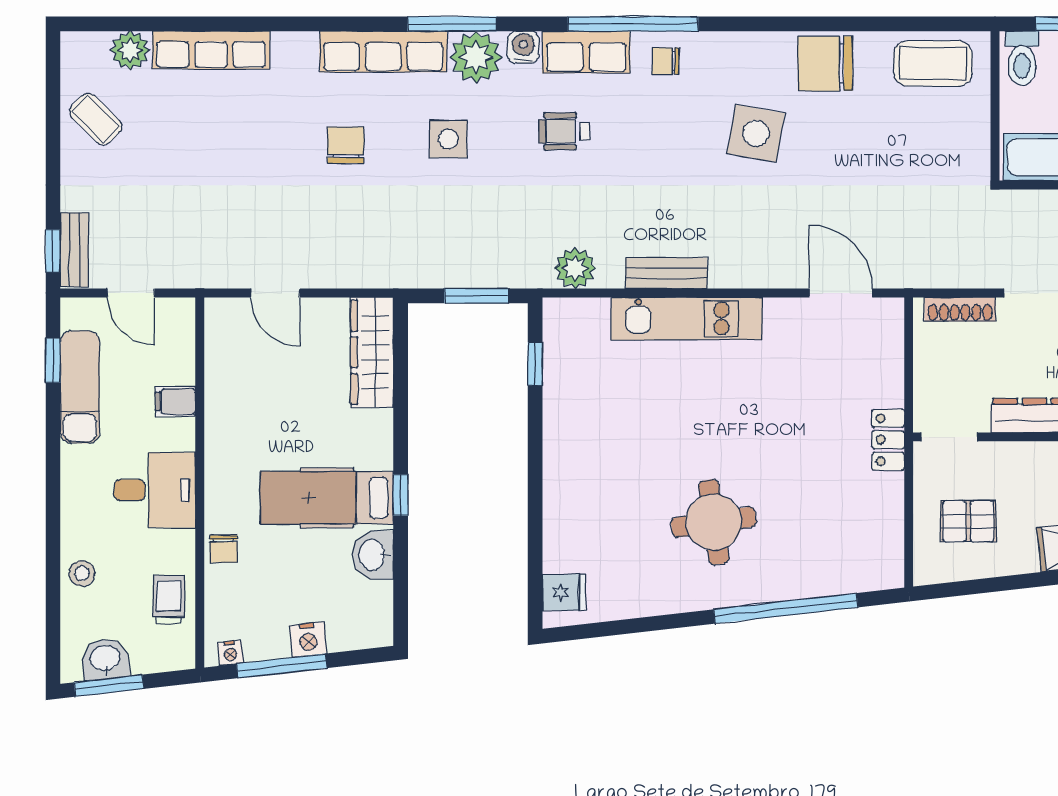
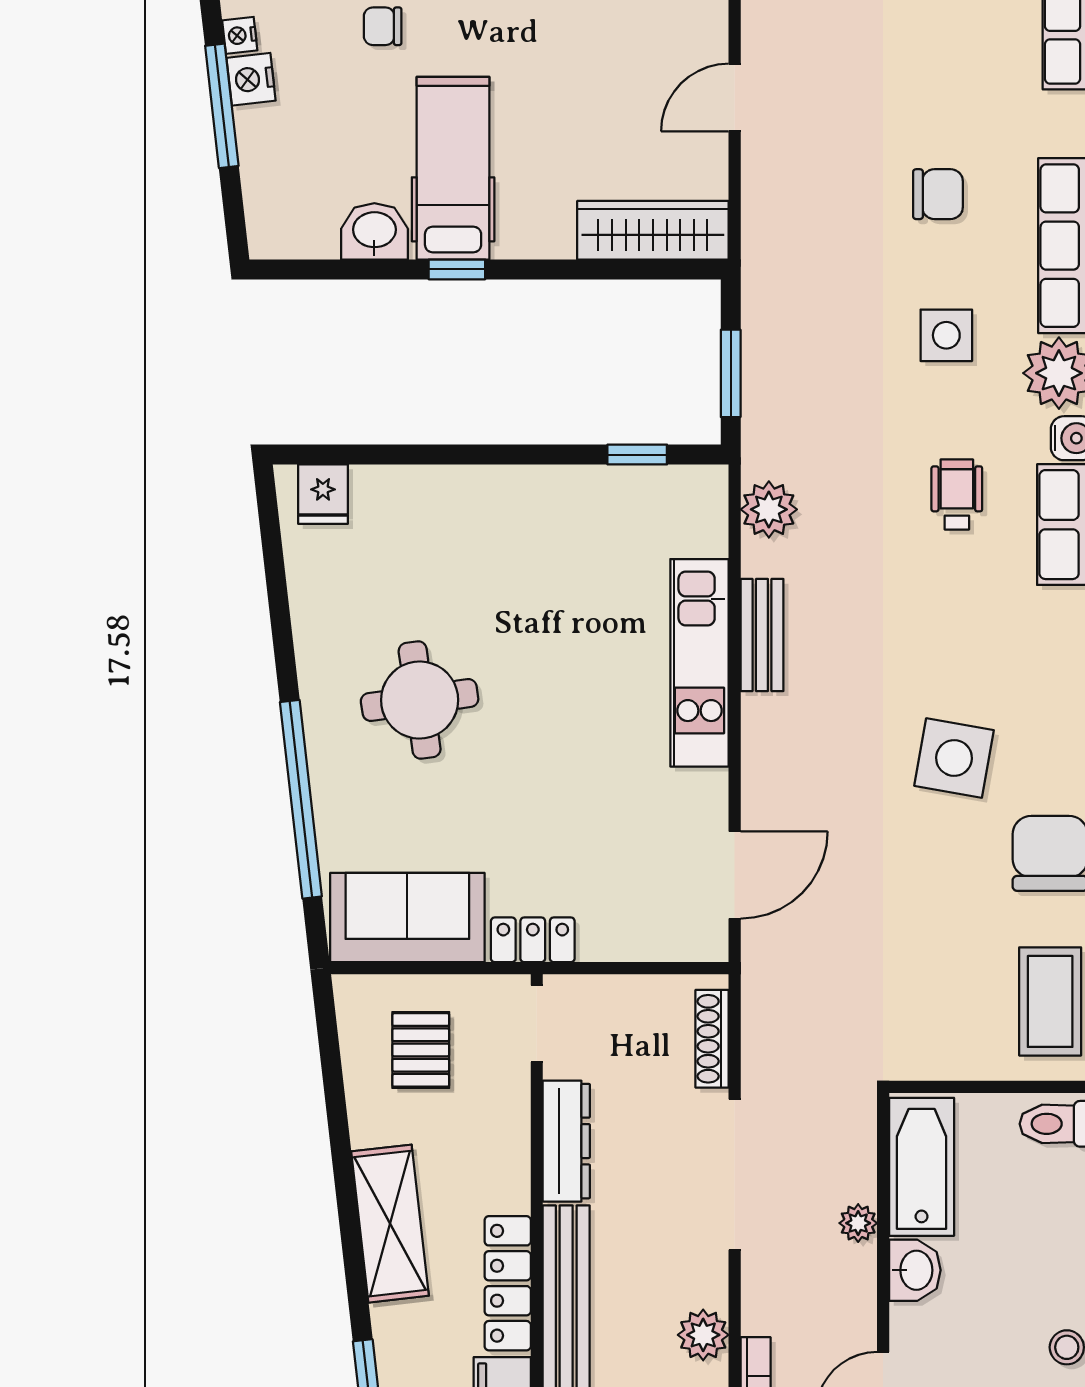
chair: (666, 61) -> (1053, 634), removed
sofa: (872, 531) -> (407, 917), added
nightstand: (308, 639) -> (251, 79), moved

